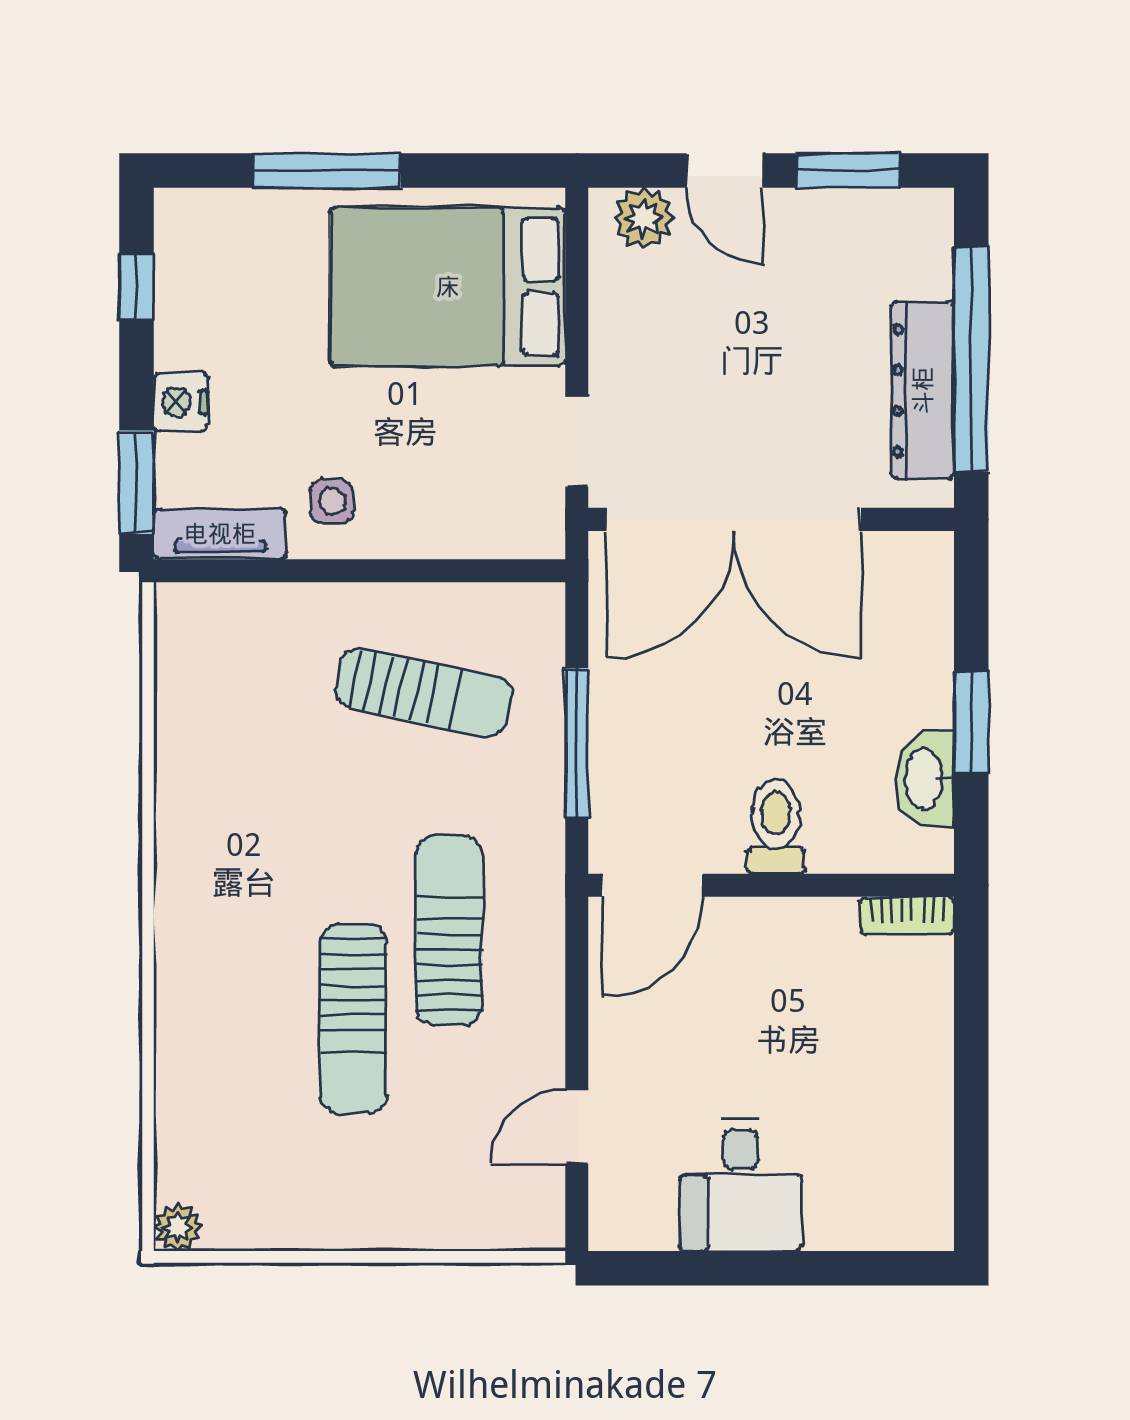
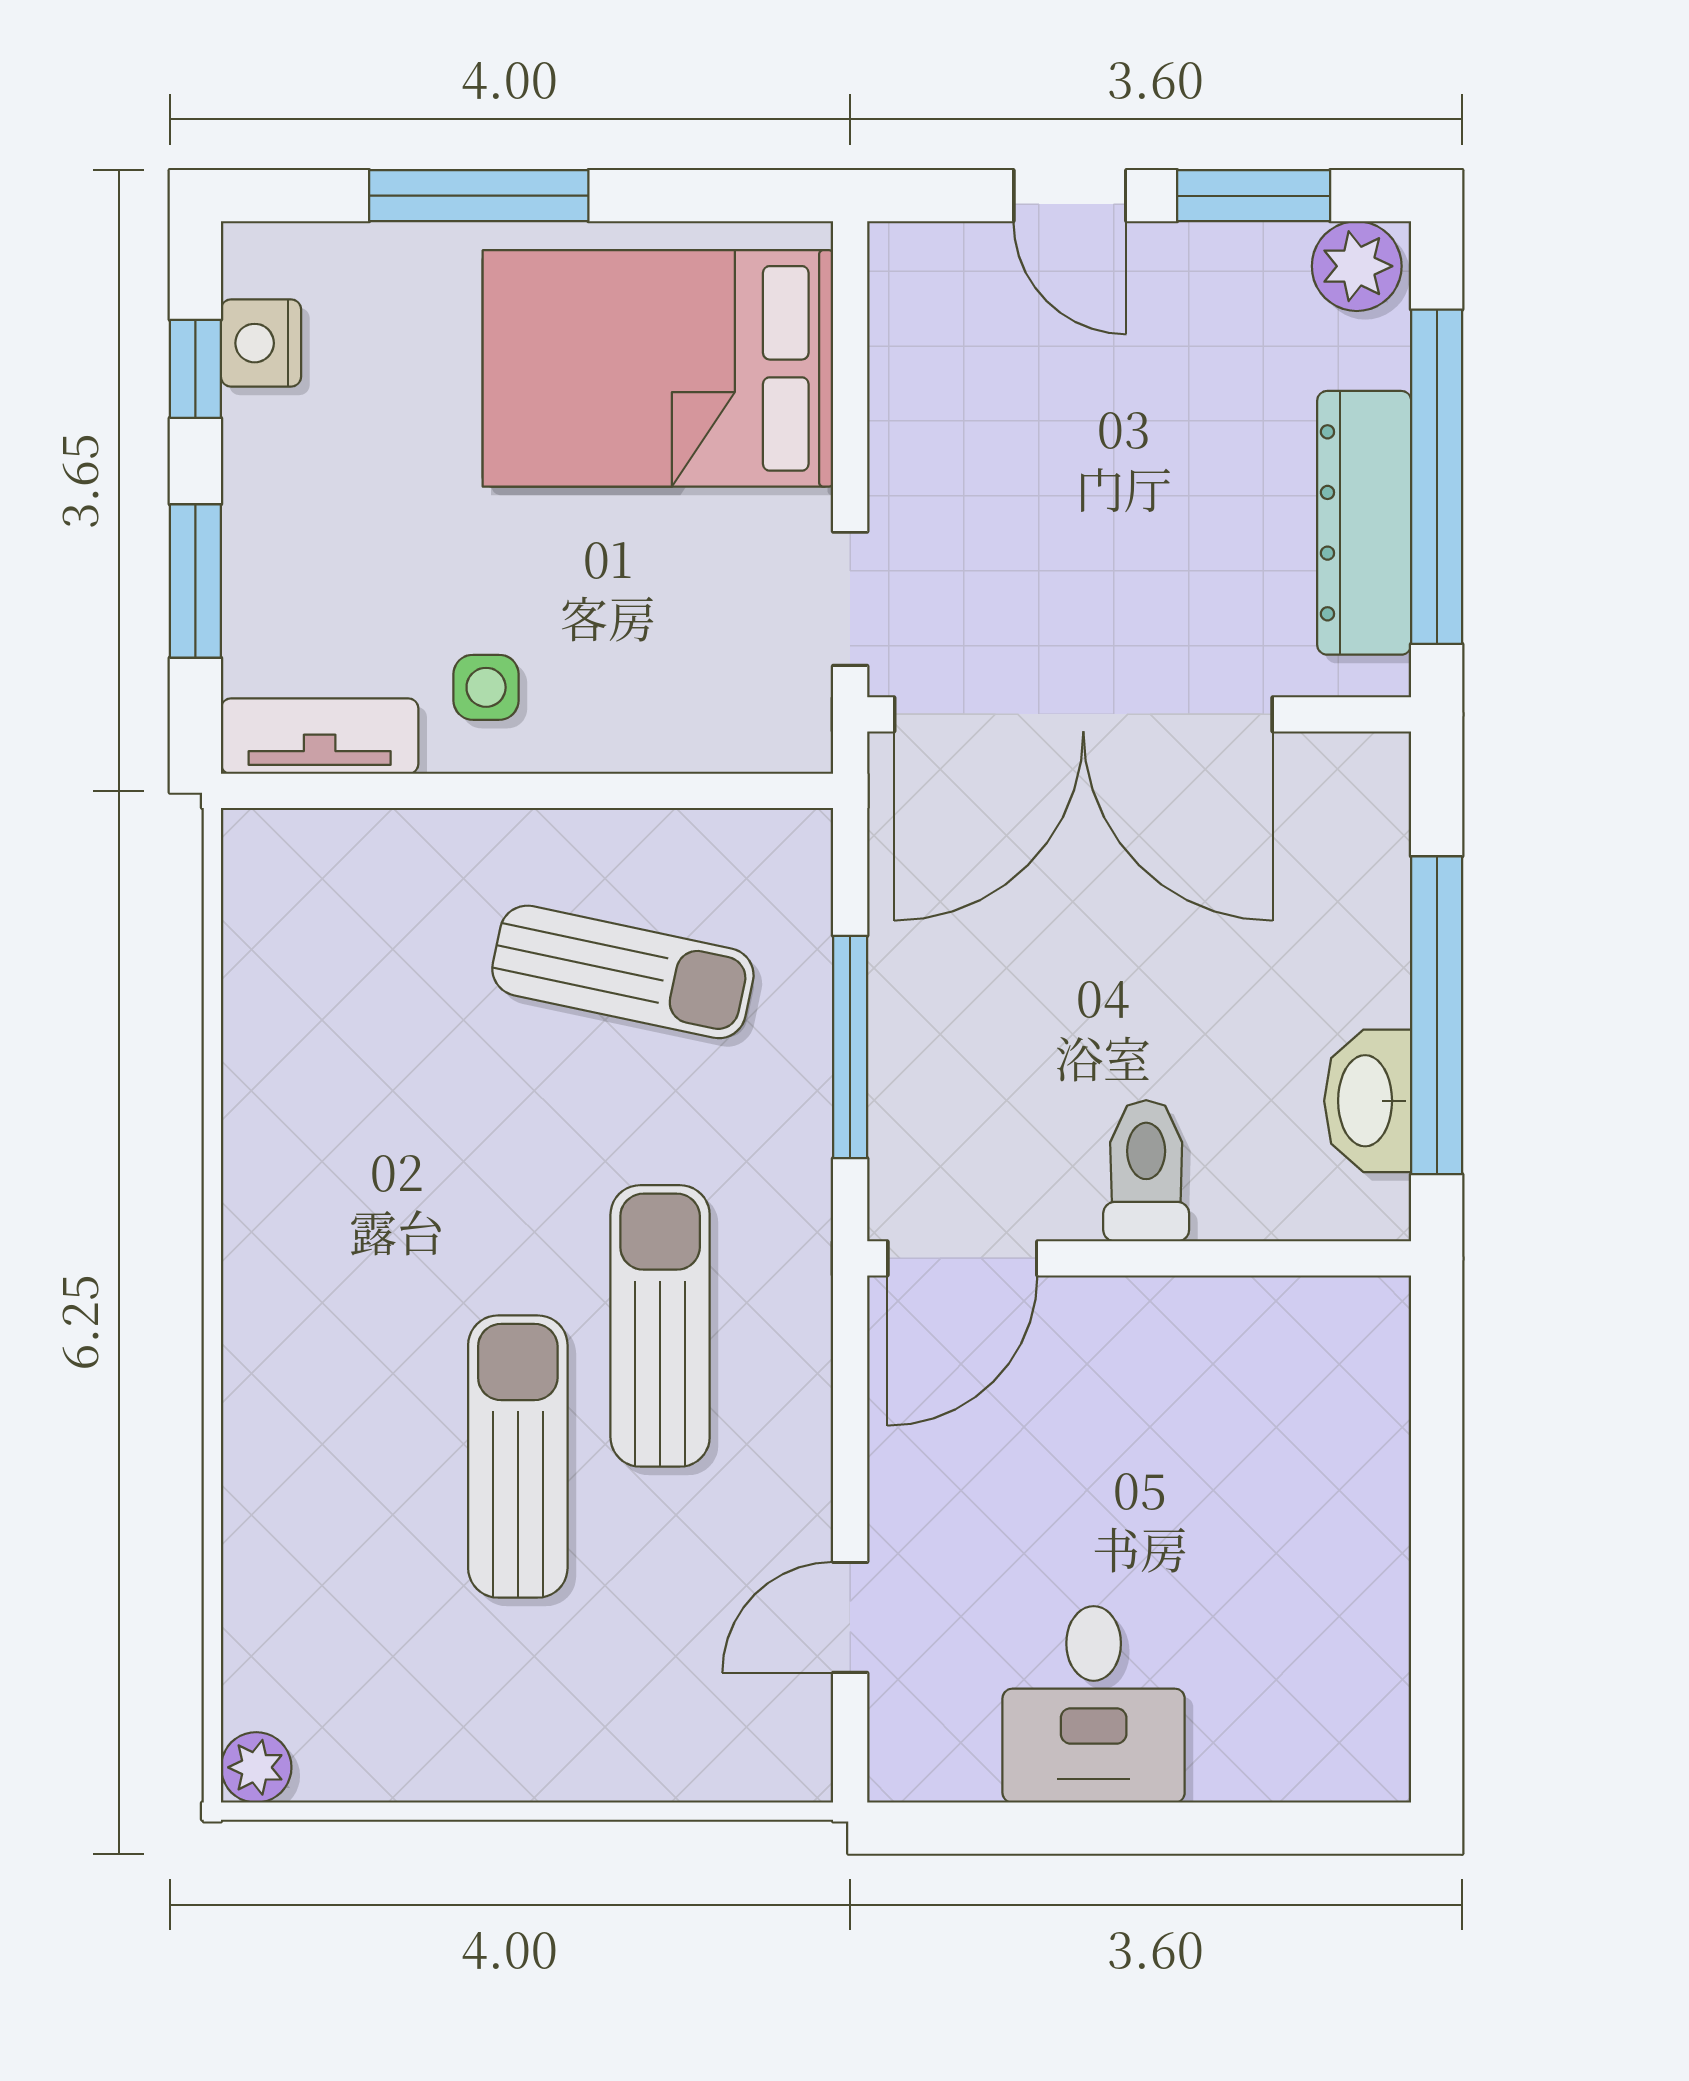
plant: (644, 218) -> (1357, 266), moved
nightstand: (181, 402) -> (261, 343), moved
window: (137, 482) -> (195, 581), moved
window: (971, 722) -> (1437, 1015), width x2.11
bookcase: (907, 916) -> (1341, 1304), removed
sun lounger: (353, 1018) -> (518, 1457), turned 180

